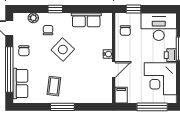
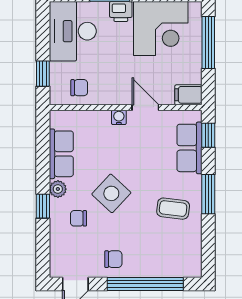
plant: (33, 18) -> (58, 189), moved
row of seats: (20, 83) -> (189, 148), moved, turned -90
window: (97, 107) -> (208, 135), added

